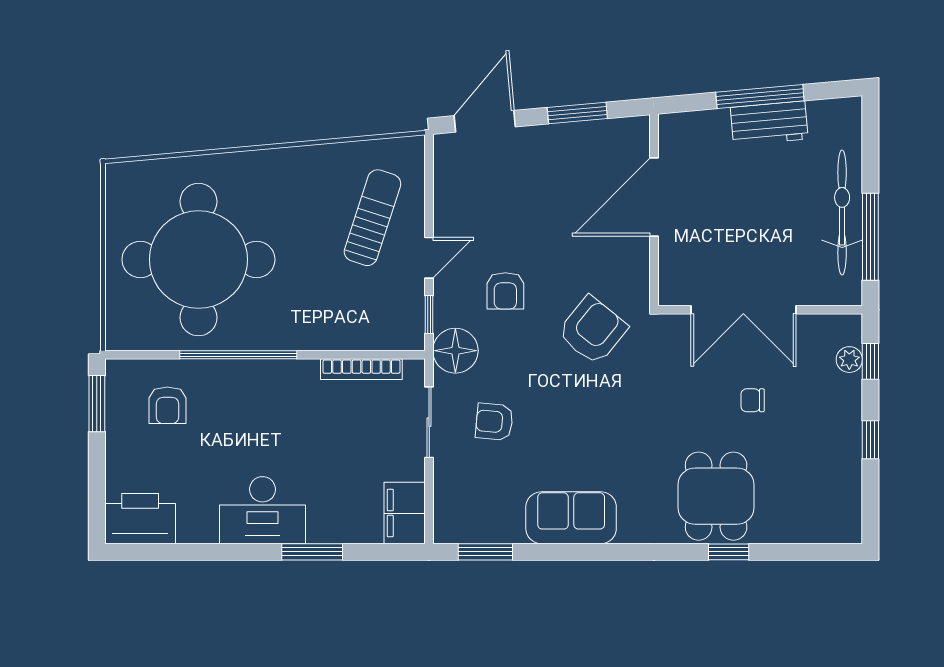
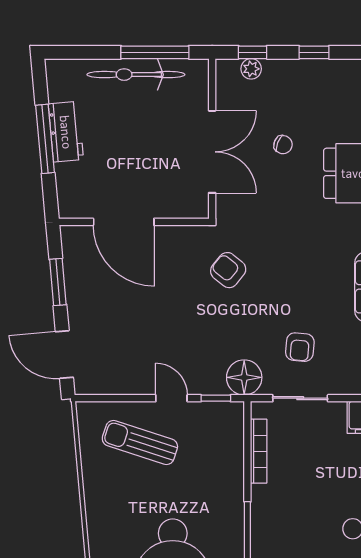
armchair: (505, 291) -> (197, 338), removed
armchair: (593, 330) -> (228, 270), width x0.72, depth x0.72
chair: (753, 400) -> (283, 145), turned -69

